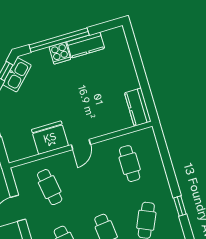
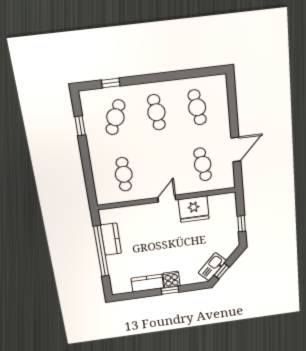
window: (59, 40) -> (170, 290), width x0.32
window: (142, 75) -> (101, 251), added
kitchen counter: (138, 107) -> (111, 239), moved

